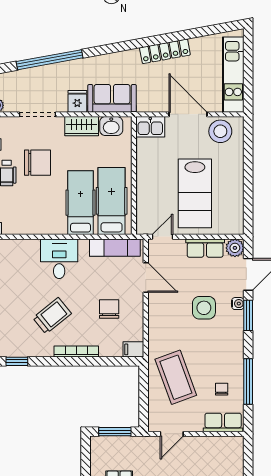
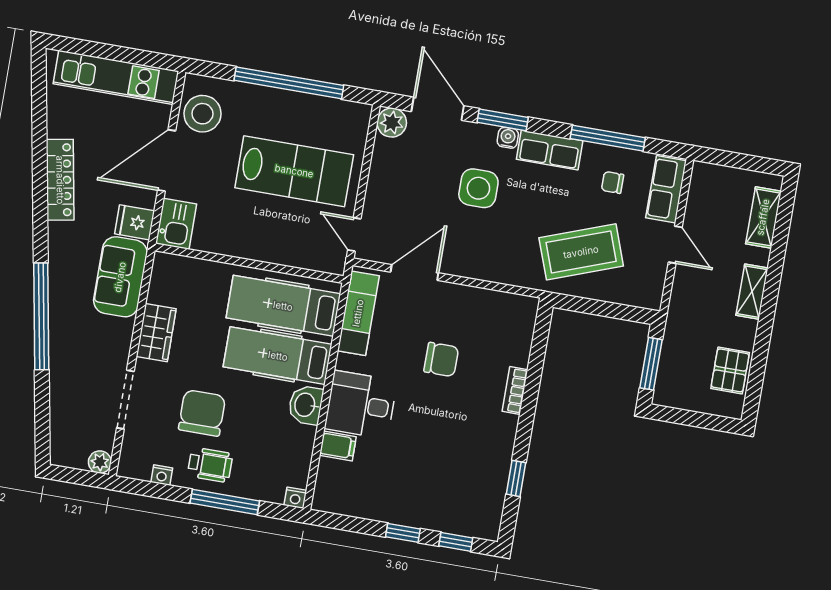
window: (50, 60) -> (41, 316), moved
fridge: (77, 101) -> (135, 222), moved
washbasin: (111, 126) -> (306, 405), moved, turned 180
window: (248, 181) -> (289, 83), added
row of seats: (205, 248) -> (550, 150), moved, turned 90
water cooler: (238, 304) -> (508, 138), moved
chair: (109, 309) -> (441, 360), moved, turned 180
trolley: (52, 316) -> (449, 432), removed
filing cabinet: (133, 349) -> (338, 446), moved, turned -90
bookcase: (76, 351) -> (515, 390), width x0.64
window: (17, 361) -> (516, 478), moved
door: (172, 434) -> (675, 245), moved

